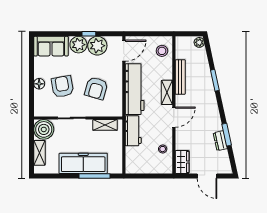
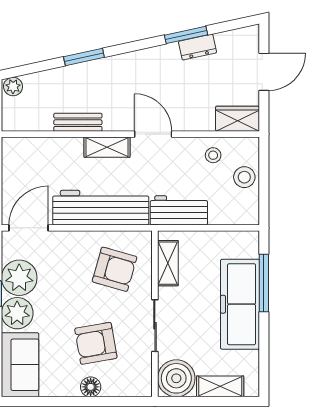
door: (124, 51) -> (28, 228), hinge flipped
stool: (162, 51) -> (244, 177), moved
bench: (180, 77) -> (78, 122), width x0.73
armchair: (96, 88) -> (115, 269), moved

